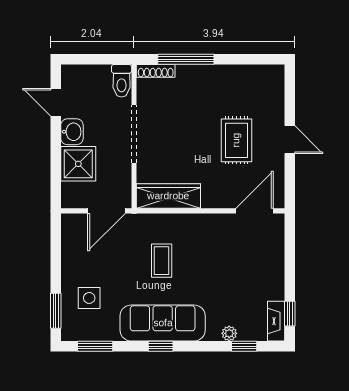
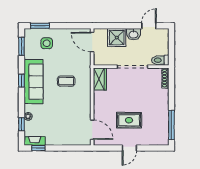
window: (186, 59) -> (171, 125), moved
wardrobe: (168, 196) -> (100, 79), width x0.67
door: (107, 211) -> (92, 42), moved

